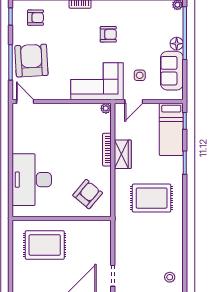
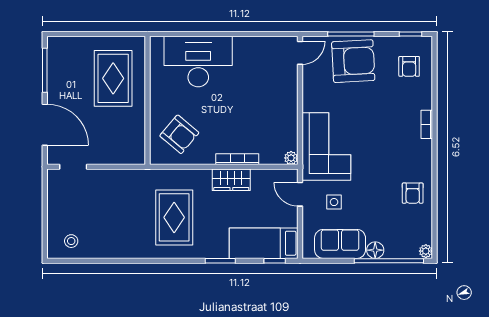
armchair: (108, 34) -> (413, 193), moved

